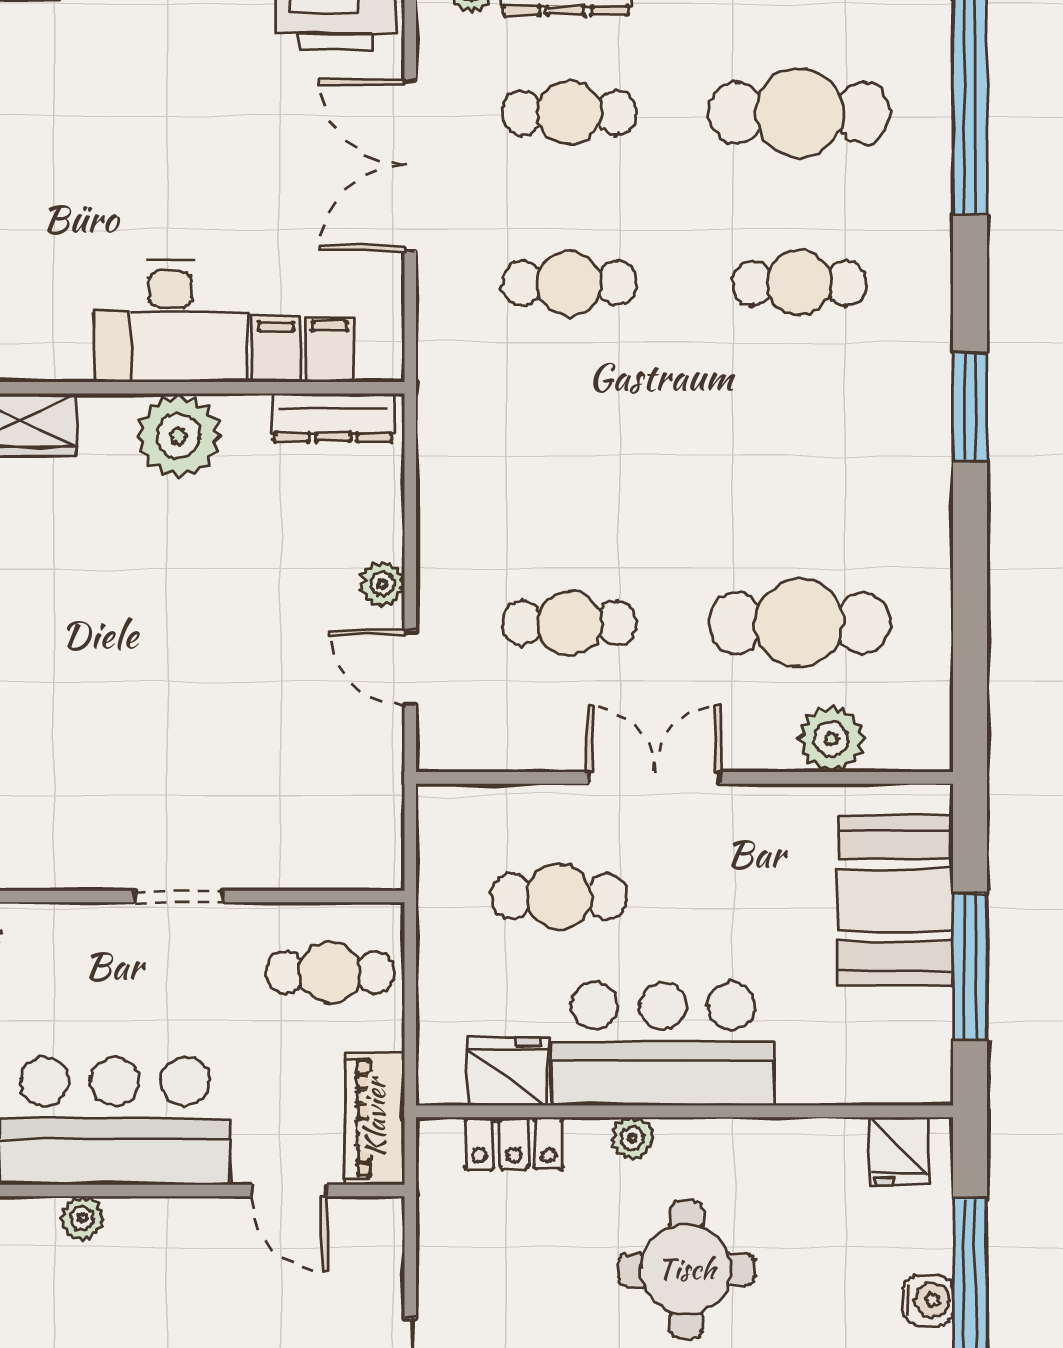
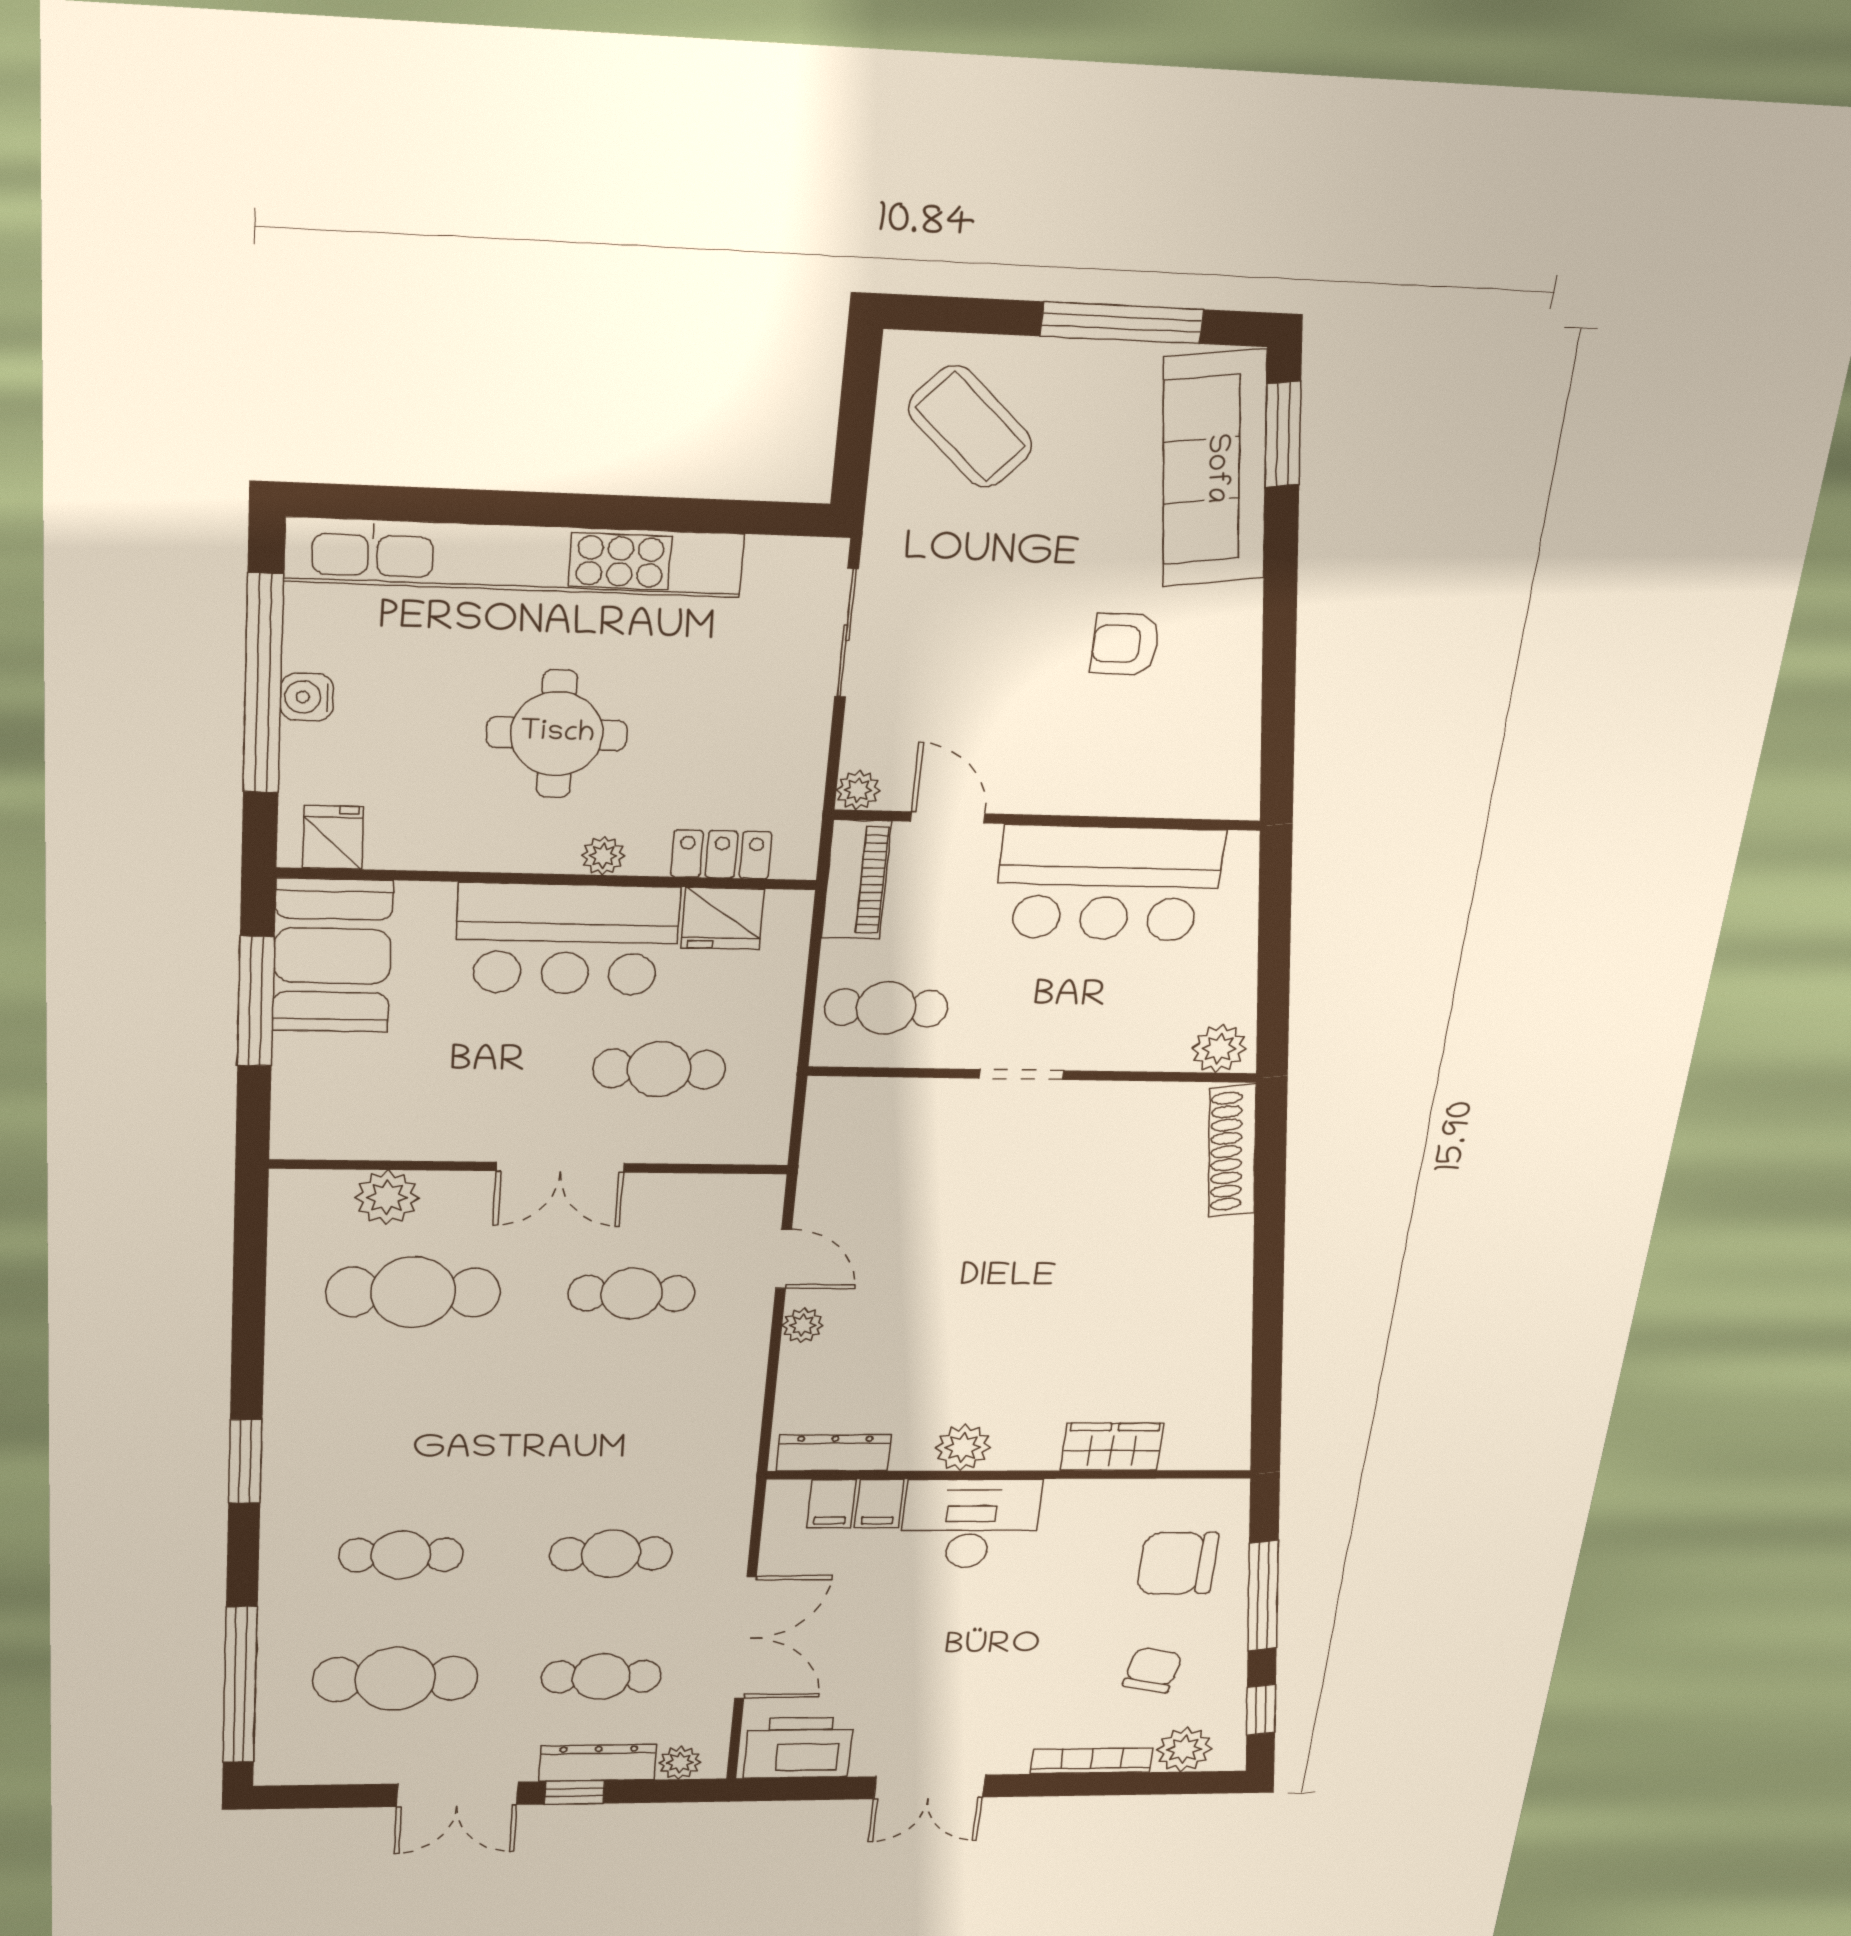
plant: (179, 436) -> (963, 1448), width x0.73, depth x0.73
booth: (896, 900) -> (332, 956), moved
plant: (82, 1218) -> (858, 790), moved

